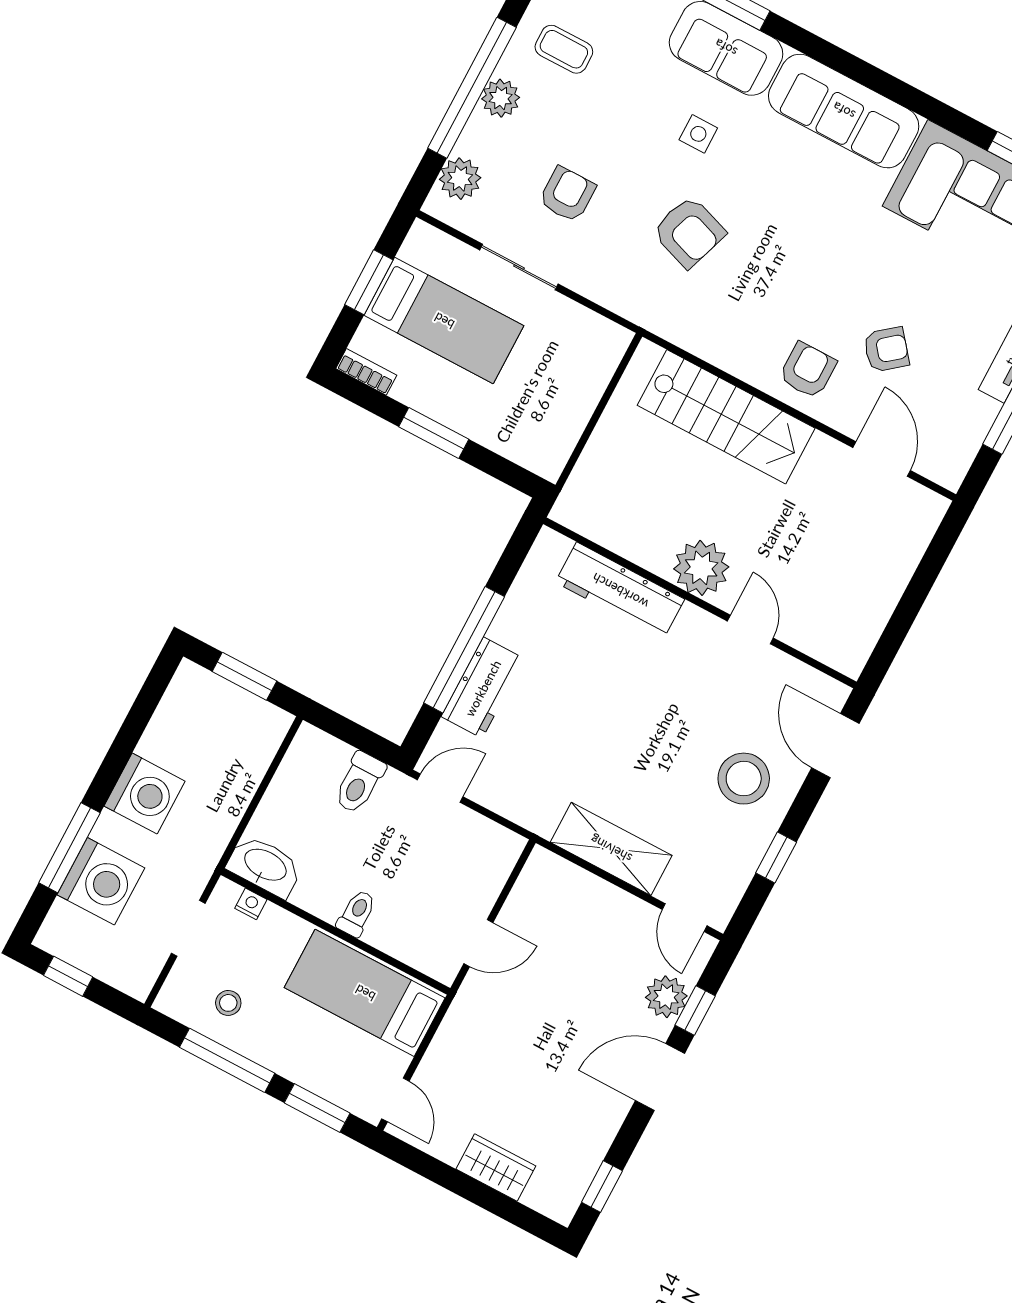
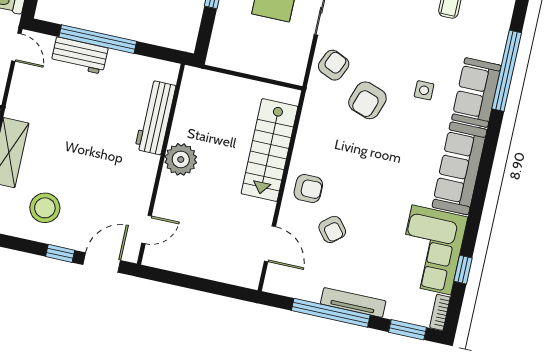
armchair: (567, 194) -> (334, 65), moved, turned -66
door: (882, 459) -> (270, 244), hinge flipped
door: (750, 630) -> (147, 229), moved
stool: (744, 779) -> (45, 208), moved
window: (776, 858) -> (60, 253), moved

